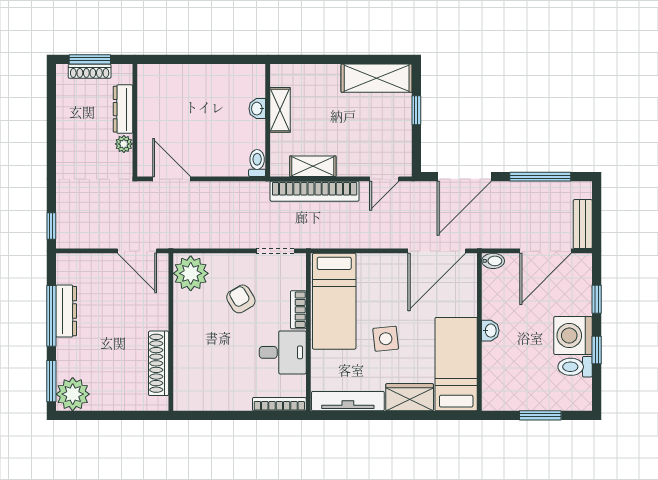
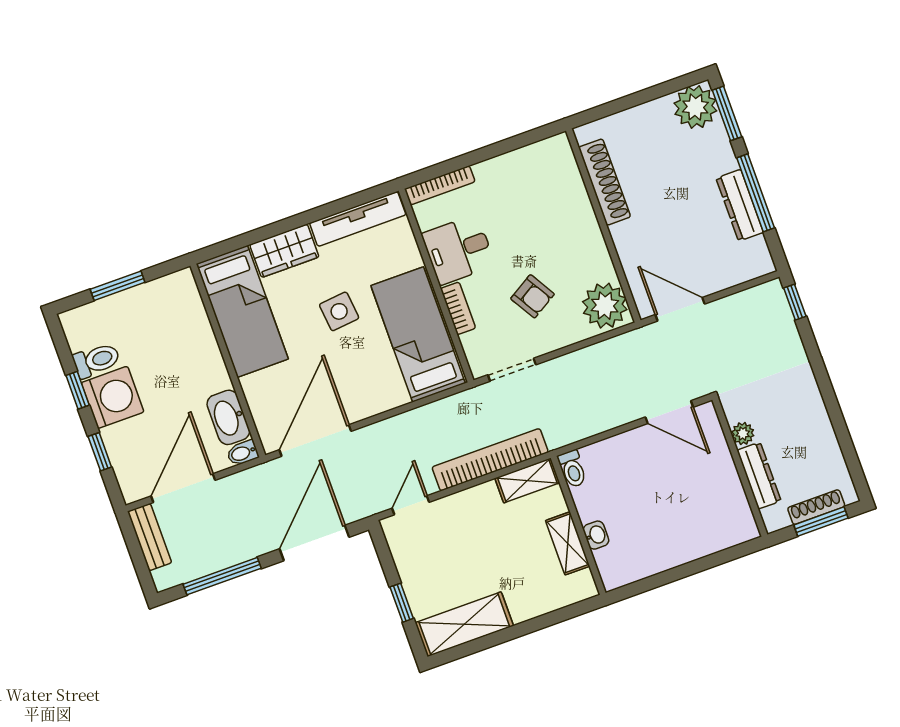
shelving: (313, 166) -> (527, 481), moved
washbasin: (490, 331) -> (228, 417), moved, width x1.91, depth x1.45

